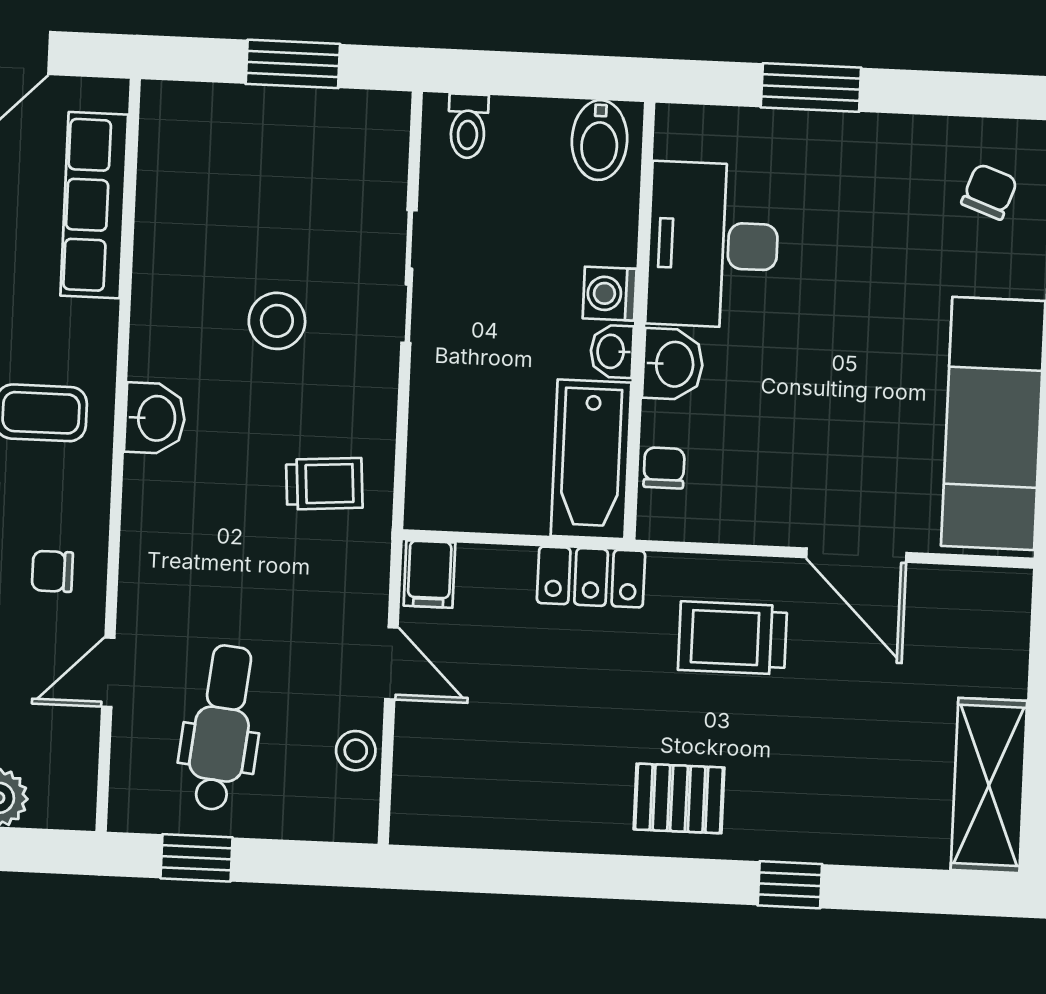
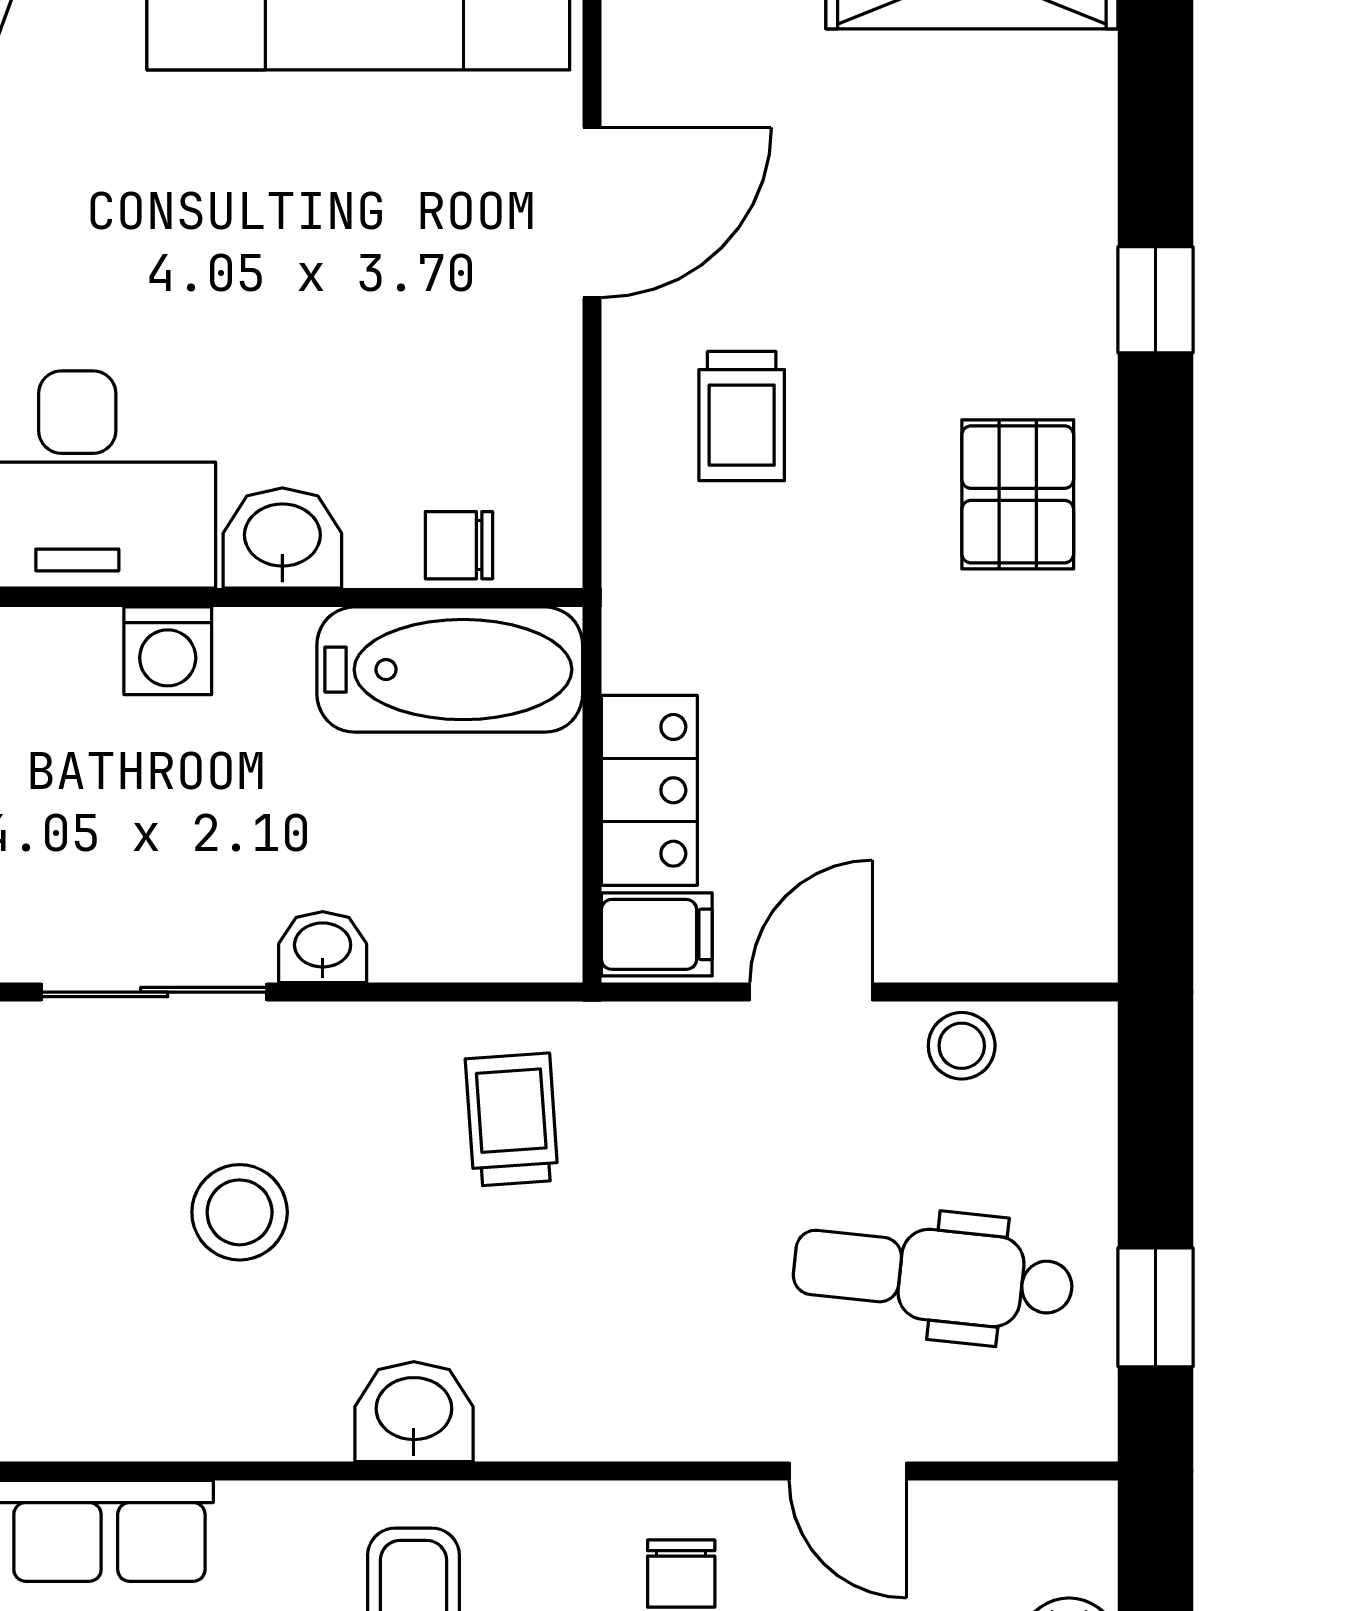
washbasin: (612, 351) -> (323, 947), moved, turned 180
locker: (591, 577) -> (649, 790), moved
trolley: (732, 638) -> (742, 416), width x0.73, depth x0.72

